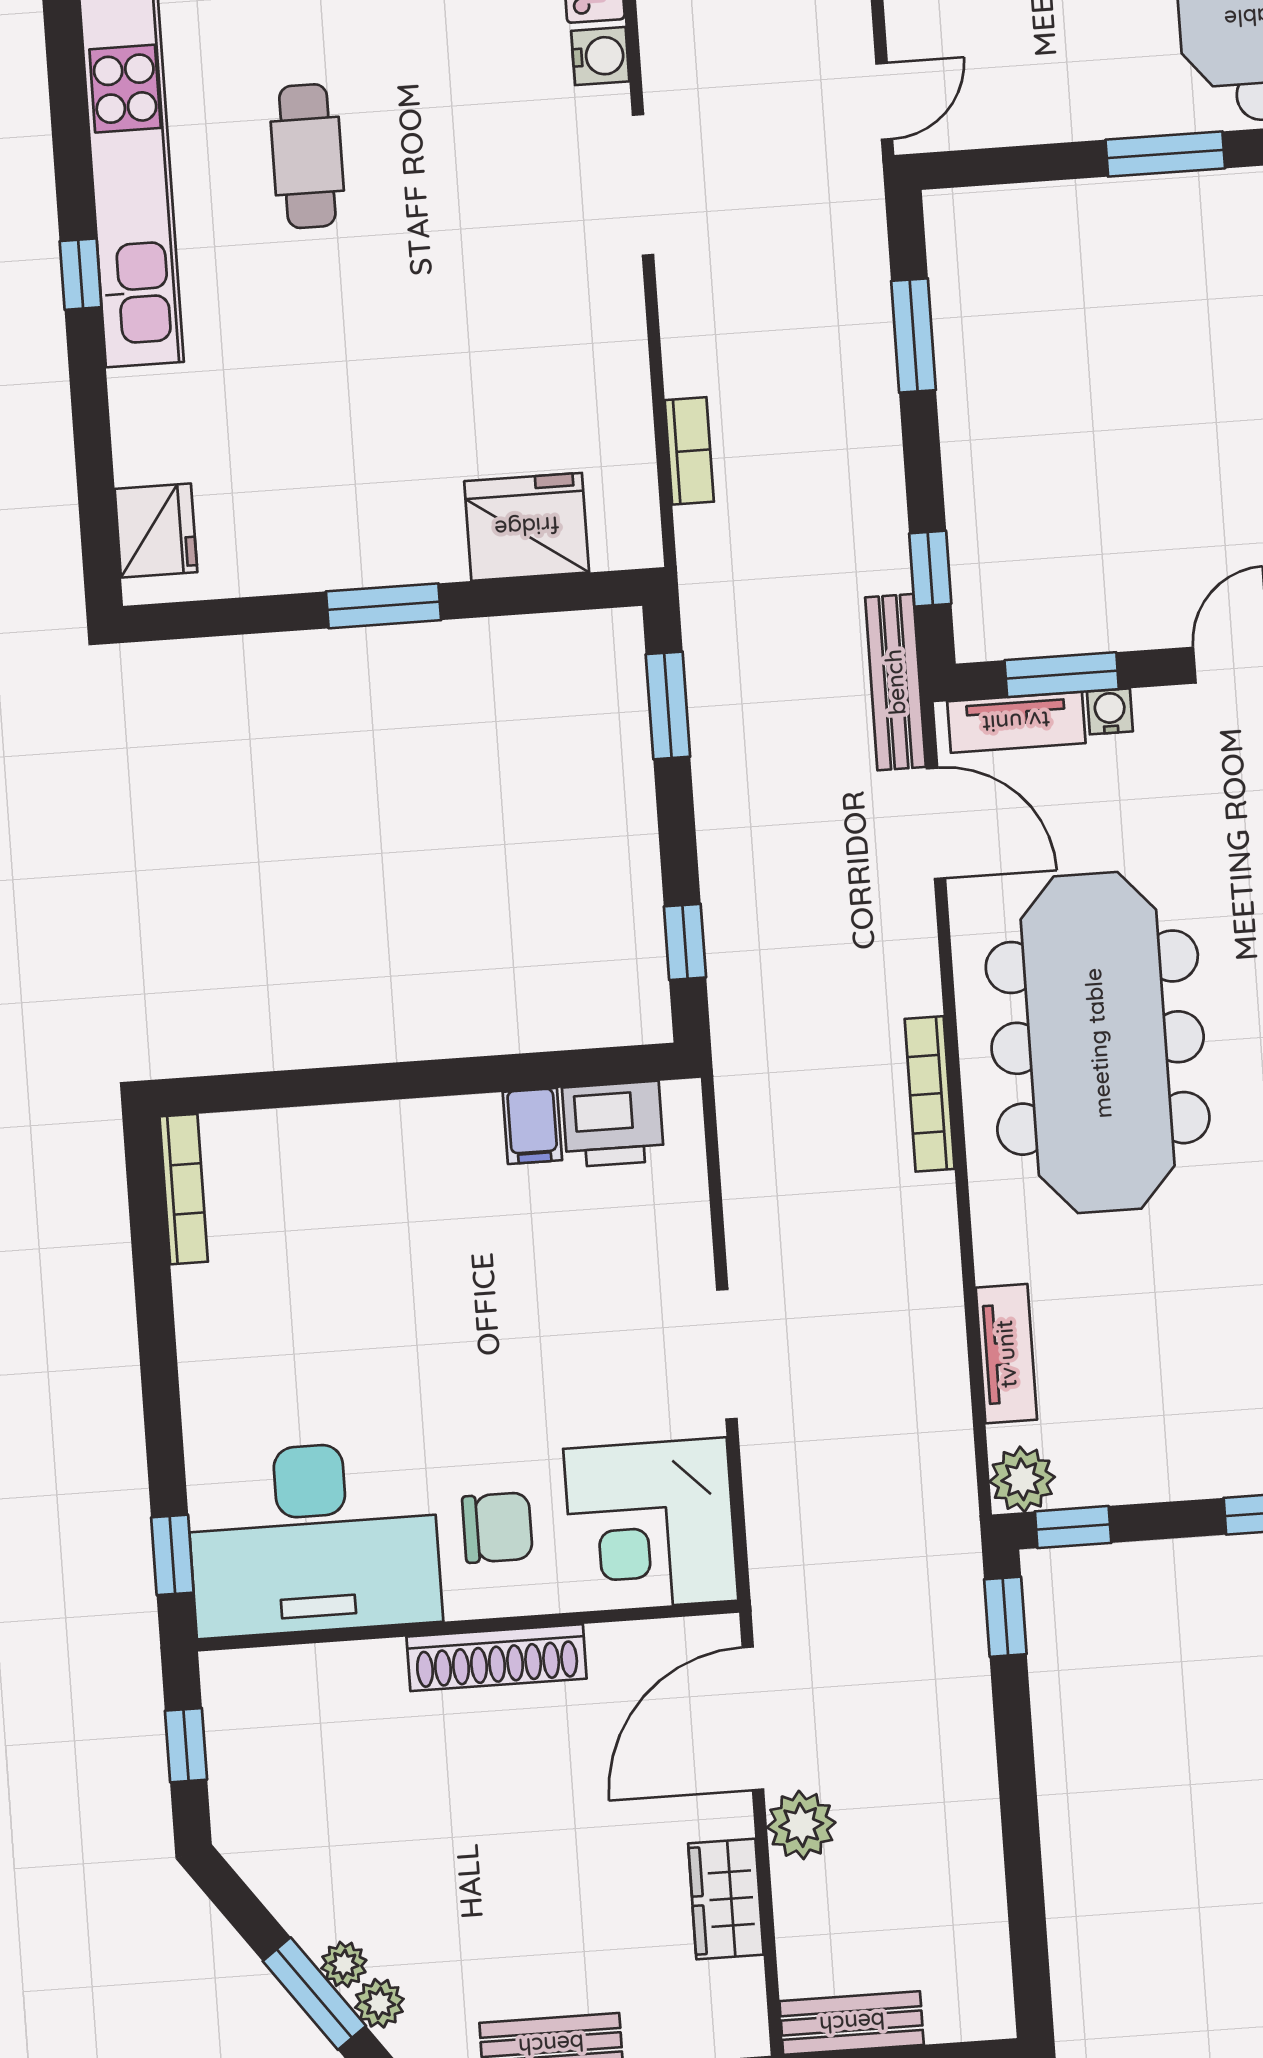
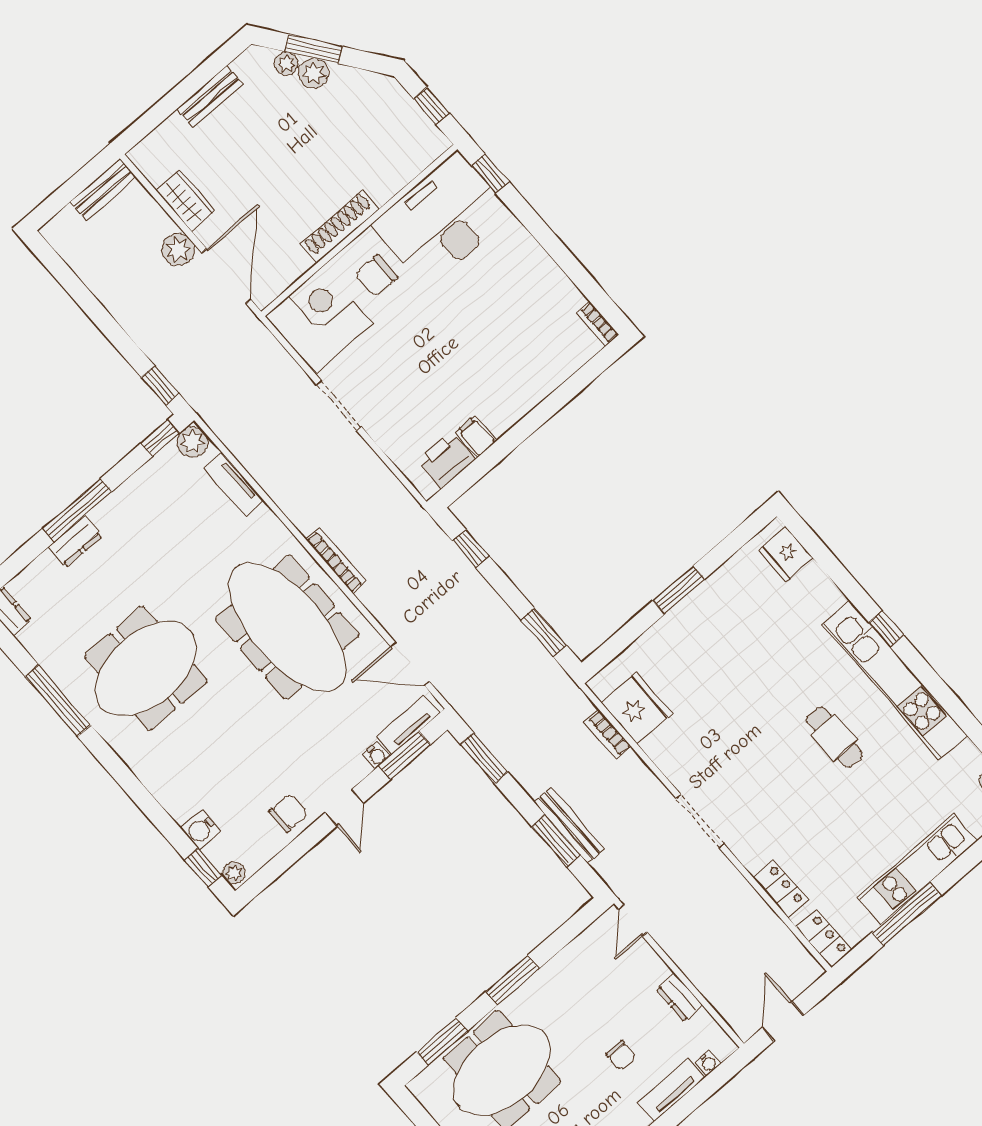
water cooler: (600, 56) -> (752, 857), removed
fridge: (527, 527) -> (637, 708), moved, turned -90
window: (930, 569) -> (484, 758), width x1.50
bench: (895, 682) -> (569, 825), moved
bookcase: (184, 1189) -> (598, 324), width x0.64
plant: (344, 1964) -> (314, 73), width x1.38, depth x1.38

